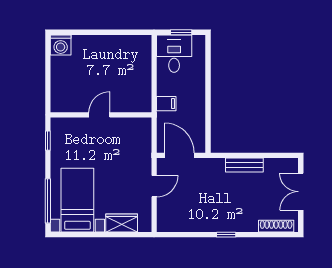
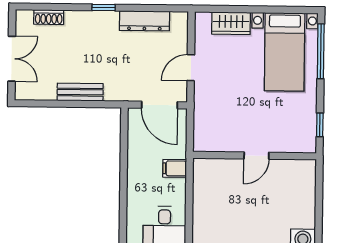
dresser: (192, 224) -> (144, 21), added
shoe rack: (276, 226) -> (49, 17), width x0.70

